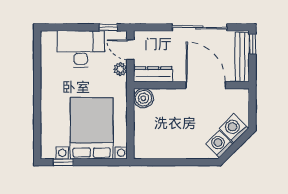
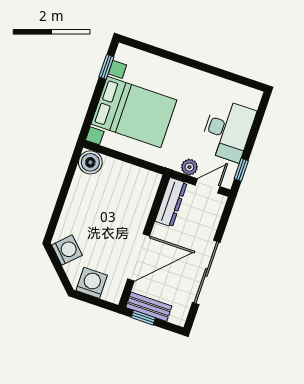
window: (252, 44) -> (143, 318), moved
bench: (242, 57) -> (149, 307), width x0.73
boiler: (143, 98) -> (90, 162), moved
washing machine: (234, 128) -> (92, 283), moved, turned -45

